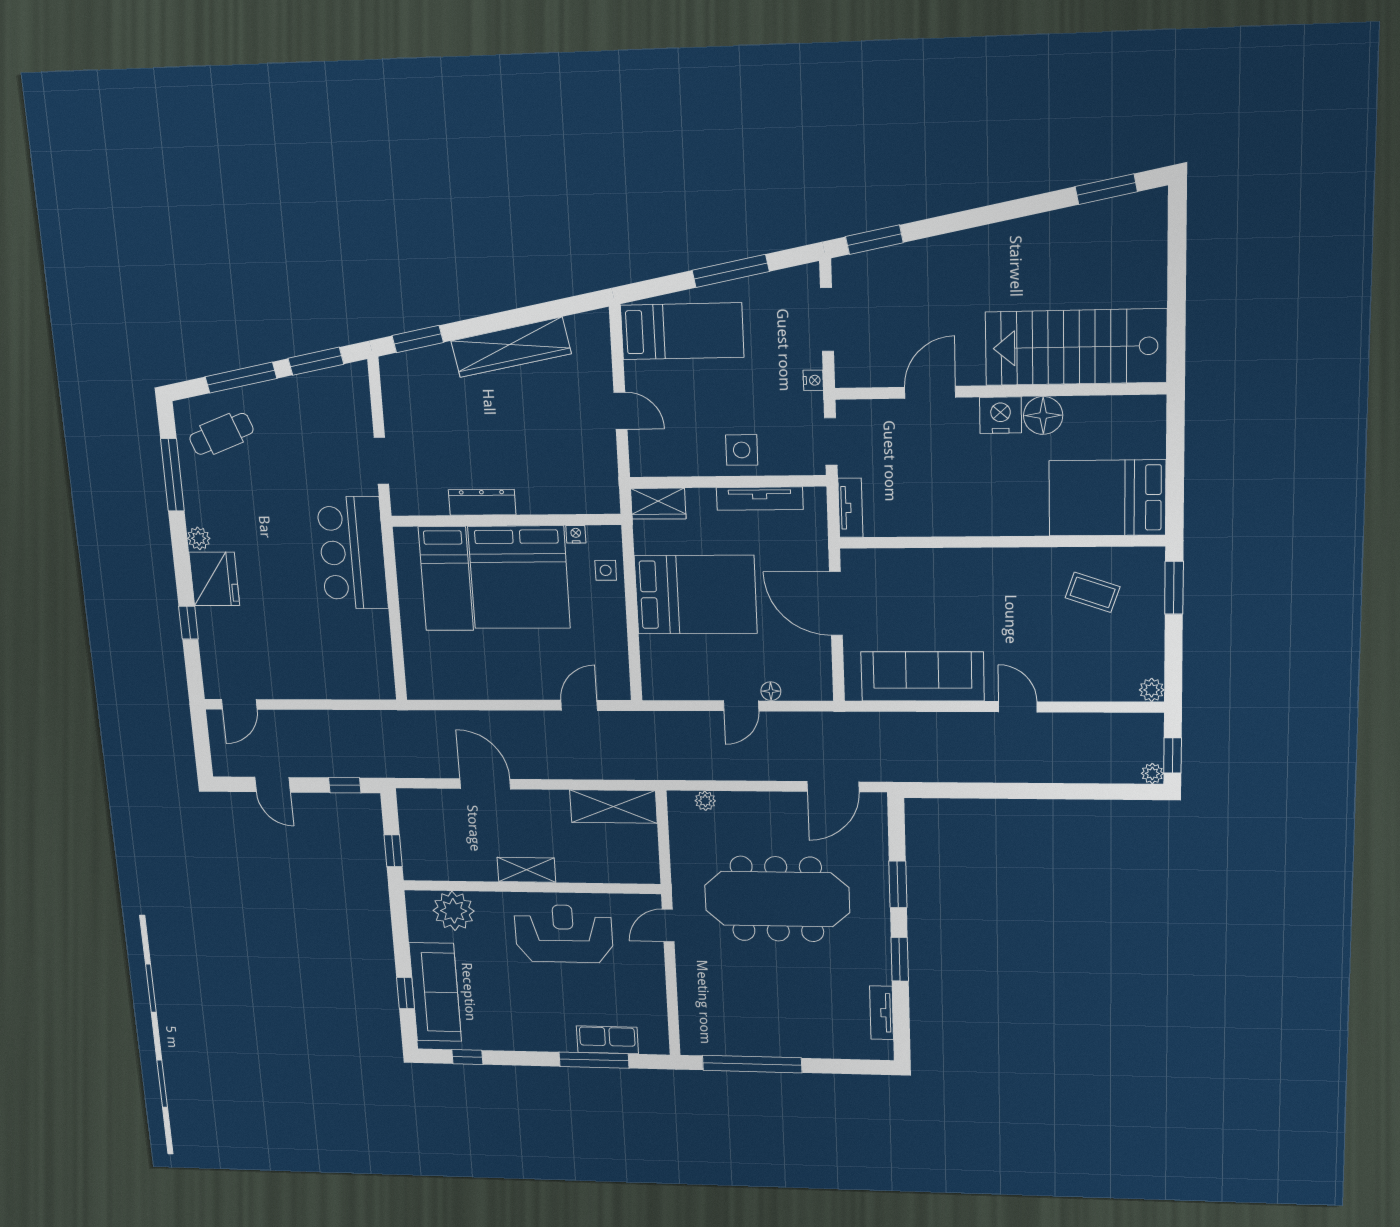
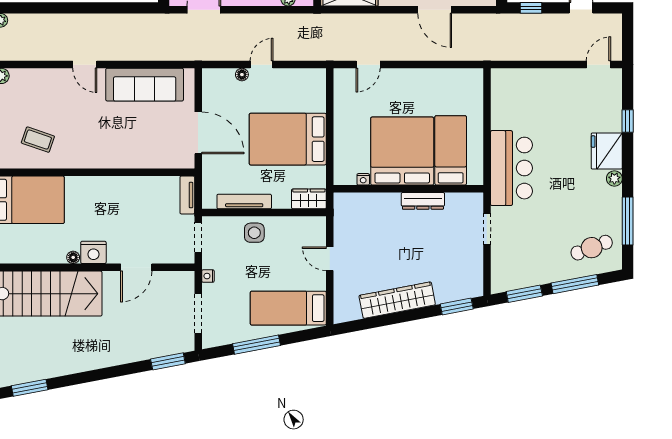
floor lamp: (1043, 415) -> (73, 257), width x0.53, depth x0.53
side table: (606, 570) -> (345, 155), removed

